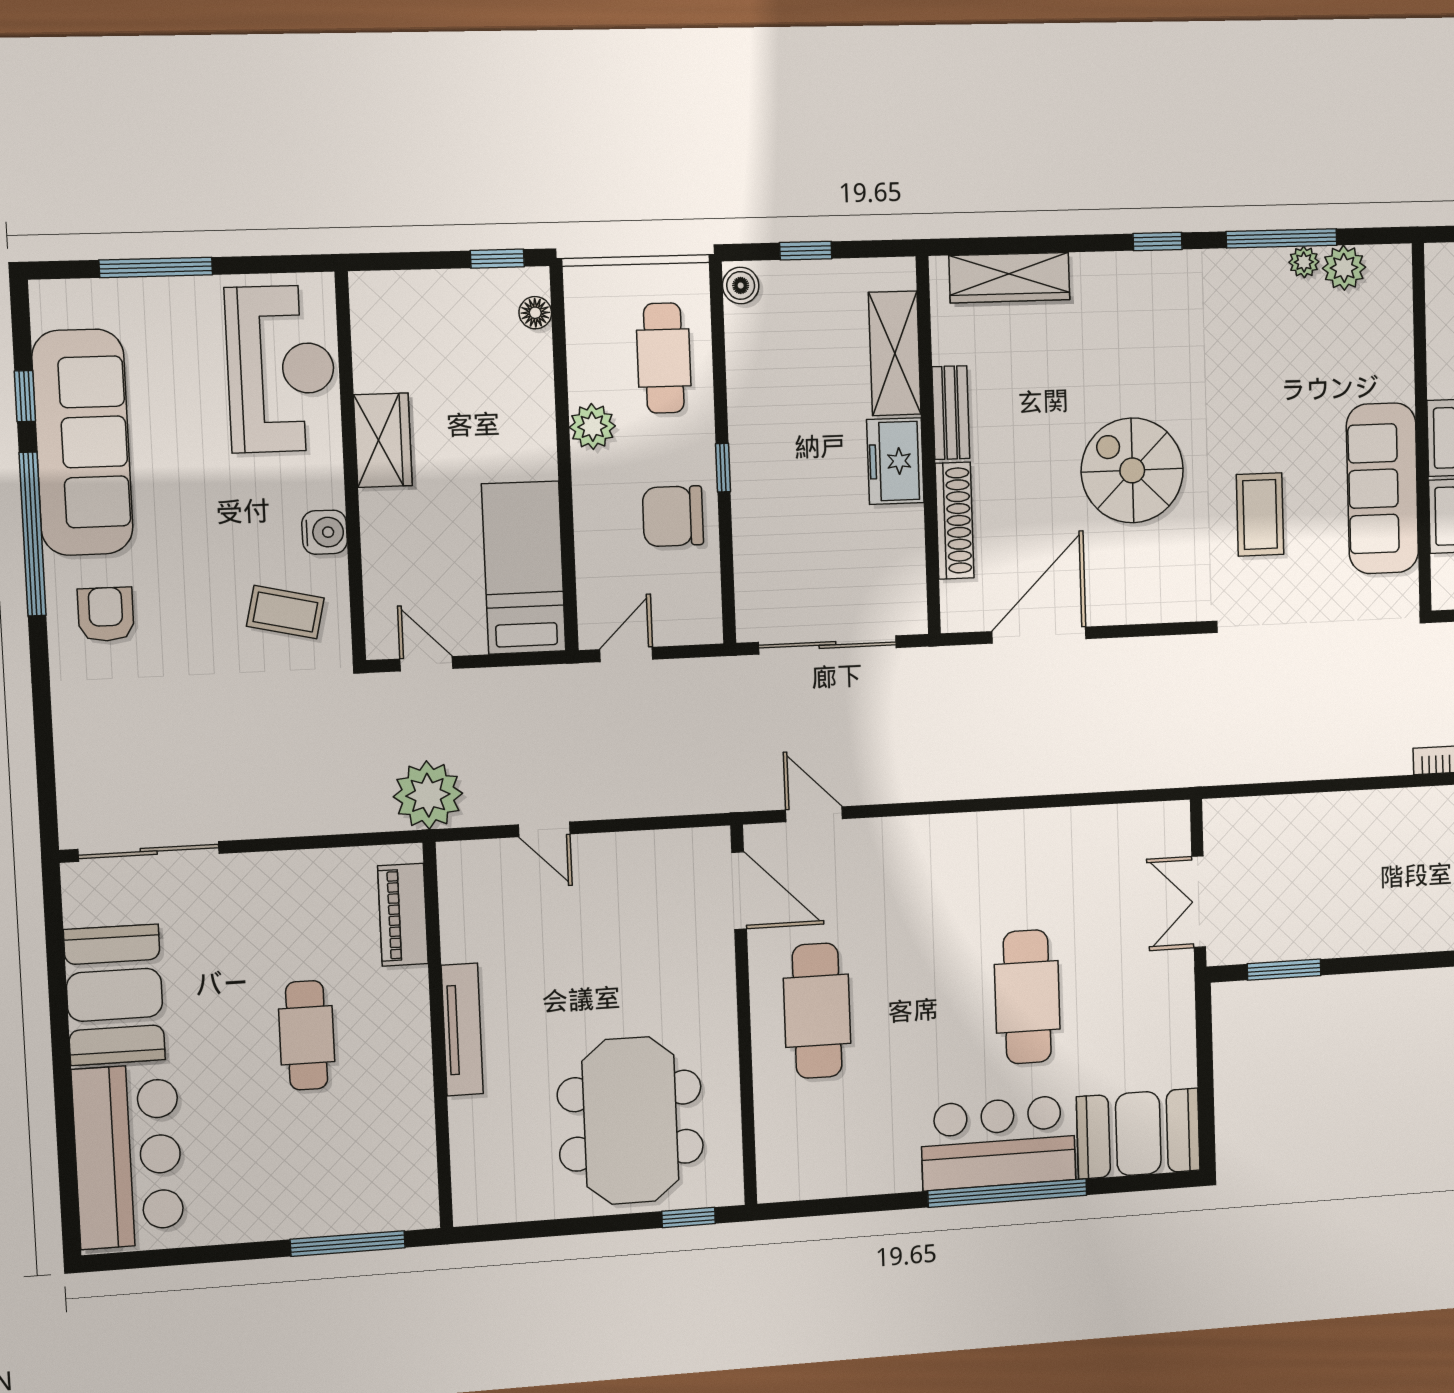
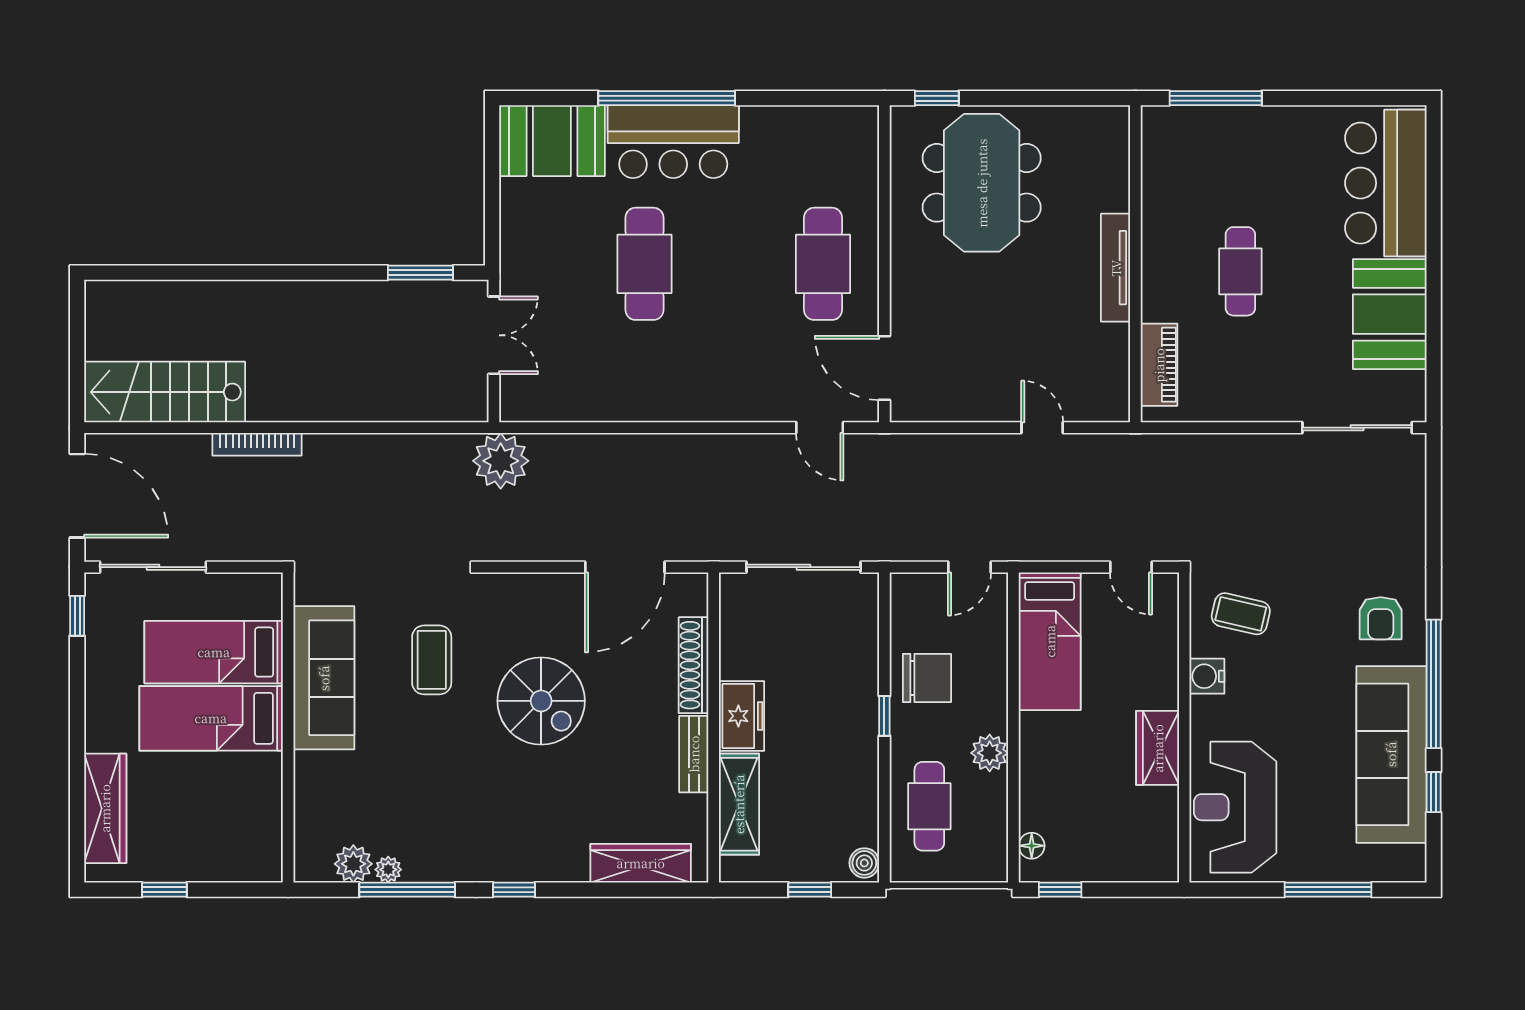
plant: (428, 795) -> (501, 461), moved

